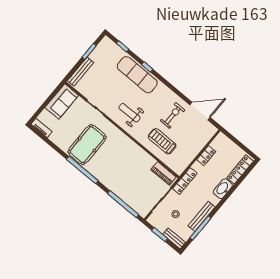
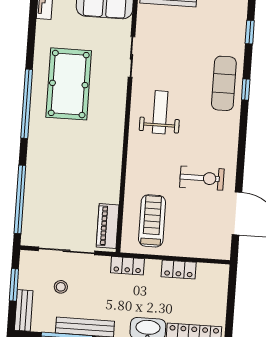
exercise mat: (137, 75) -> (224, 83), width x0.73, depth x0.69
treadmill: (162, 141) -> (152, 221), moved
pool table: (87, 145) -> (69, 84), turned 90
locker: (185, 181) -> (127, 266), width x0.66

